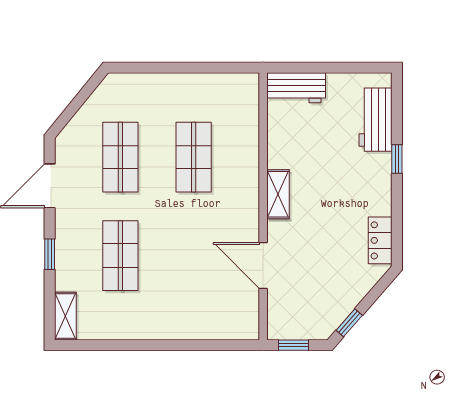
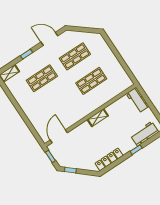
locker: (380, 240) -> (109, 159), width x1.53
door: (263, 265) -> (59, 136), moved

